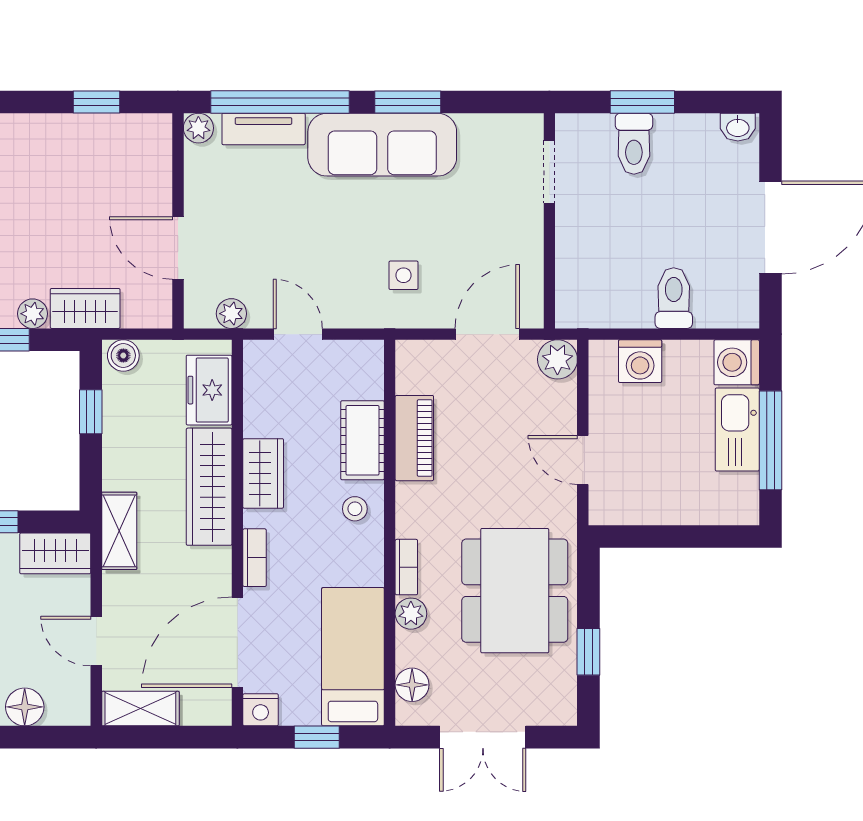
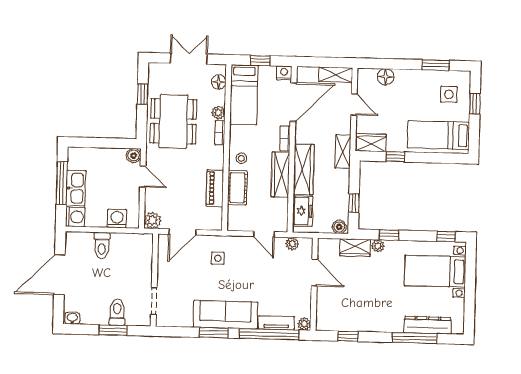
wardrobe: (263, 473) -> (280, 175), width x1.50
boiler: (605, 509) -> (134, 156), added

